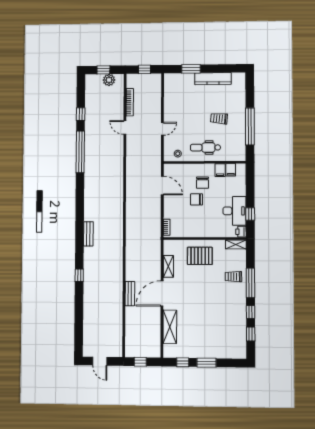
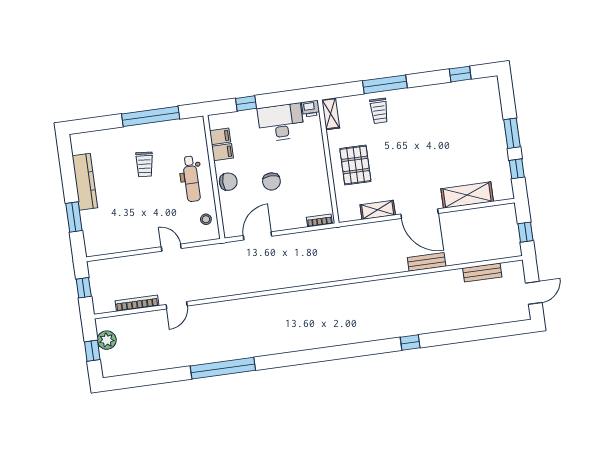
window: (81, 114) -> (165, 376), removed
chair: (203, 183) -> (228, 182), moved
window: (250, 214) -> (246, 103), moved
bench: (88, 234) -> (482, 273), moved
window: (251, 312) -> (428, 78), removed

